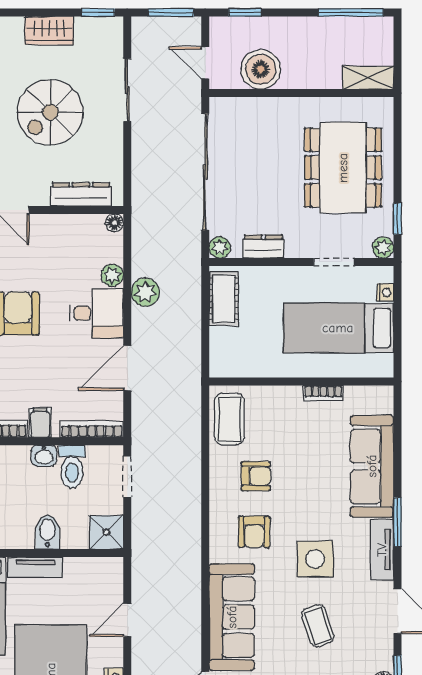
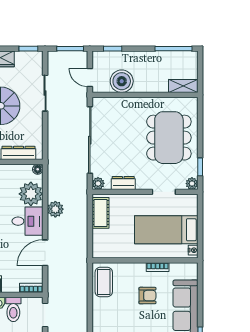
plant: (112, 275) -> (31, 194), width x1.87, depth x1.87
nightstand: (385, 292) -> (193, 250), moved
bookcase: (92, 429) -> (31, 288), width x0.64
armchair: (256, 476) -> (147, 296), moved

